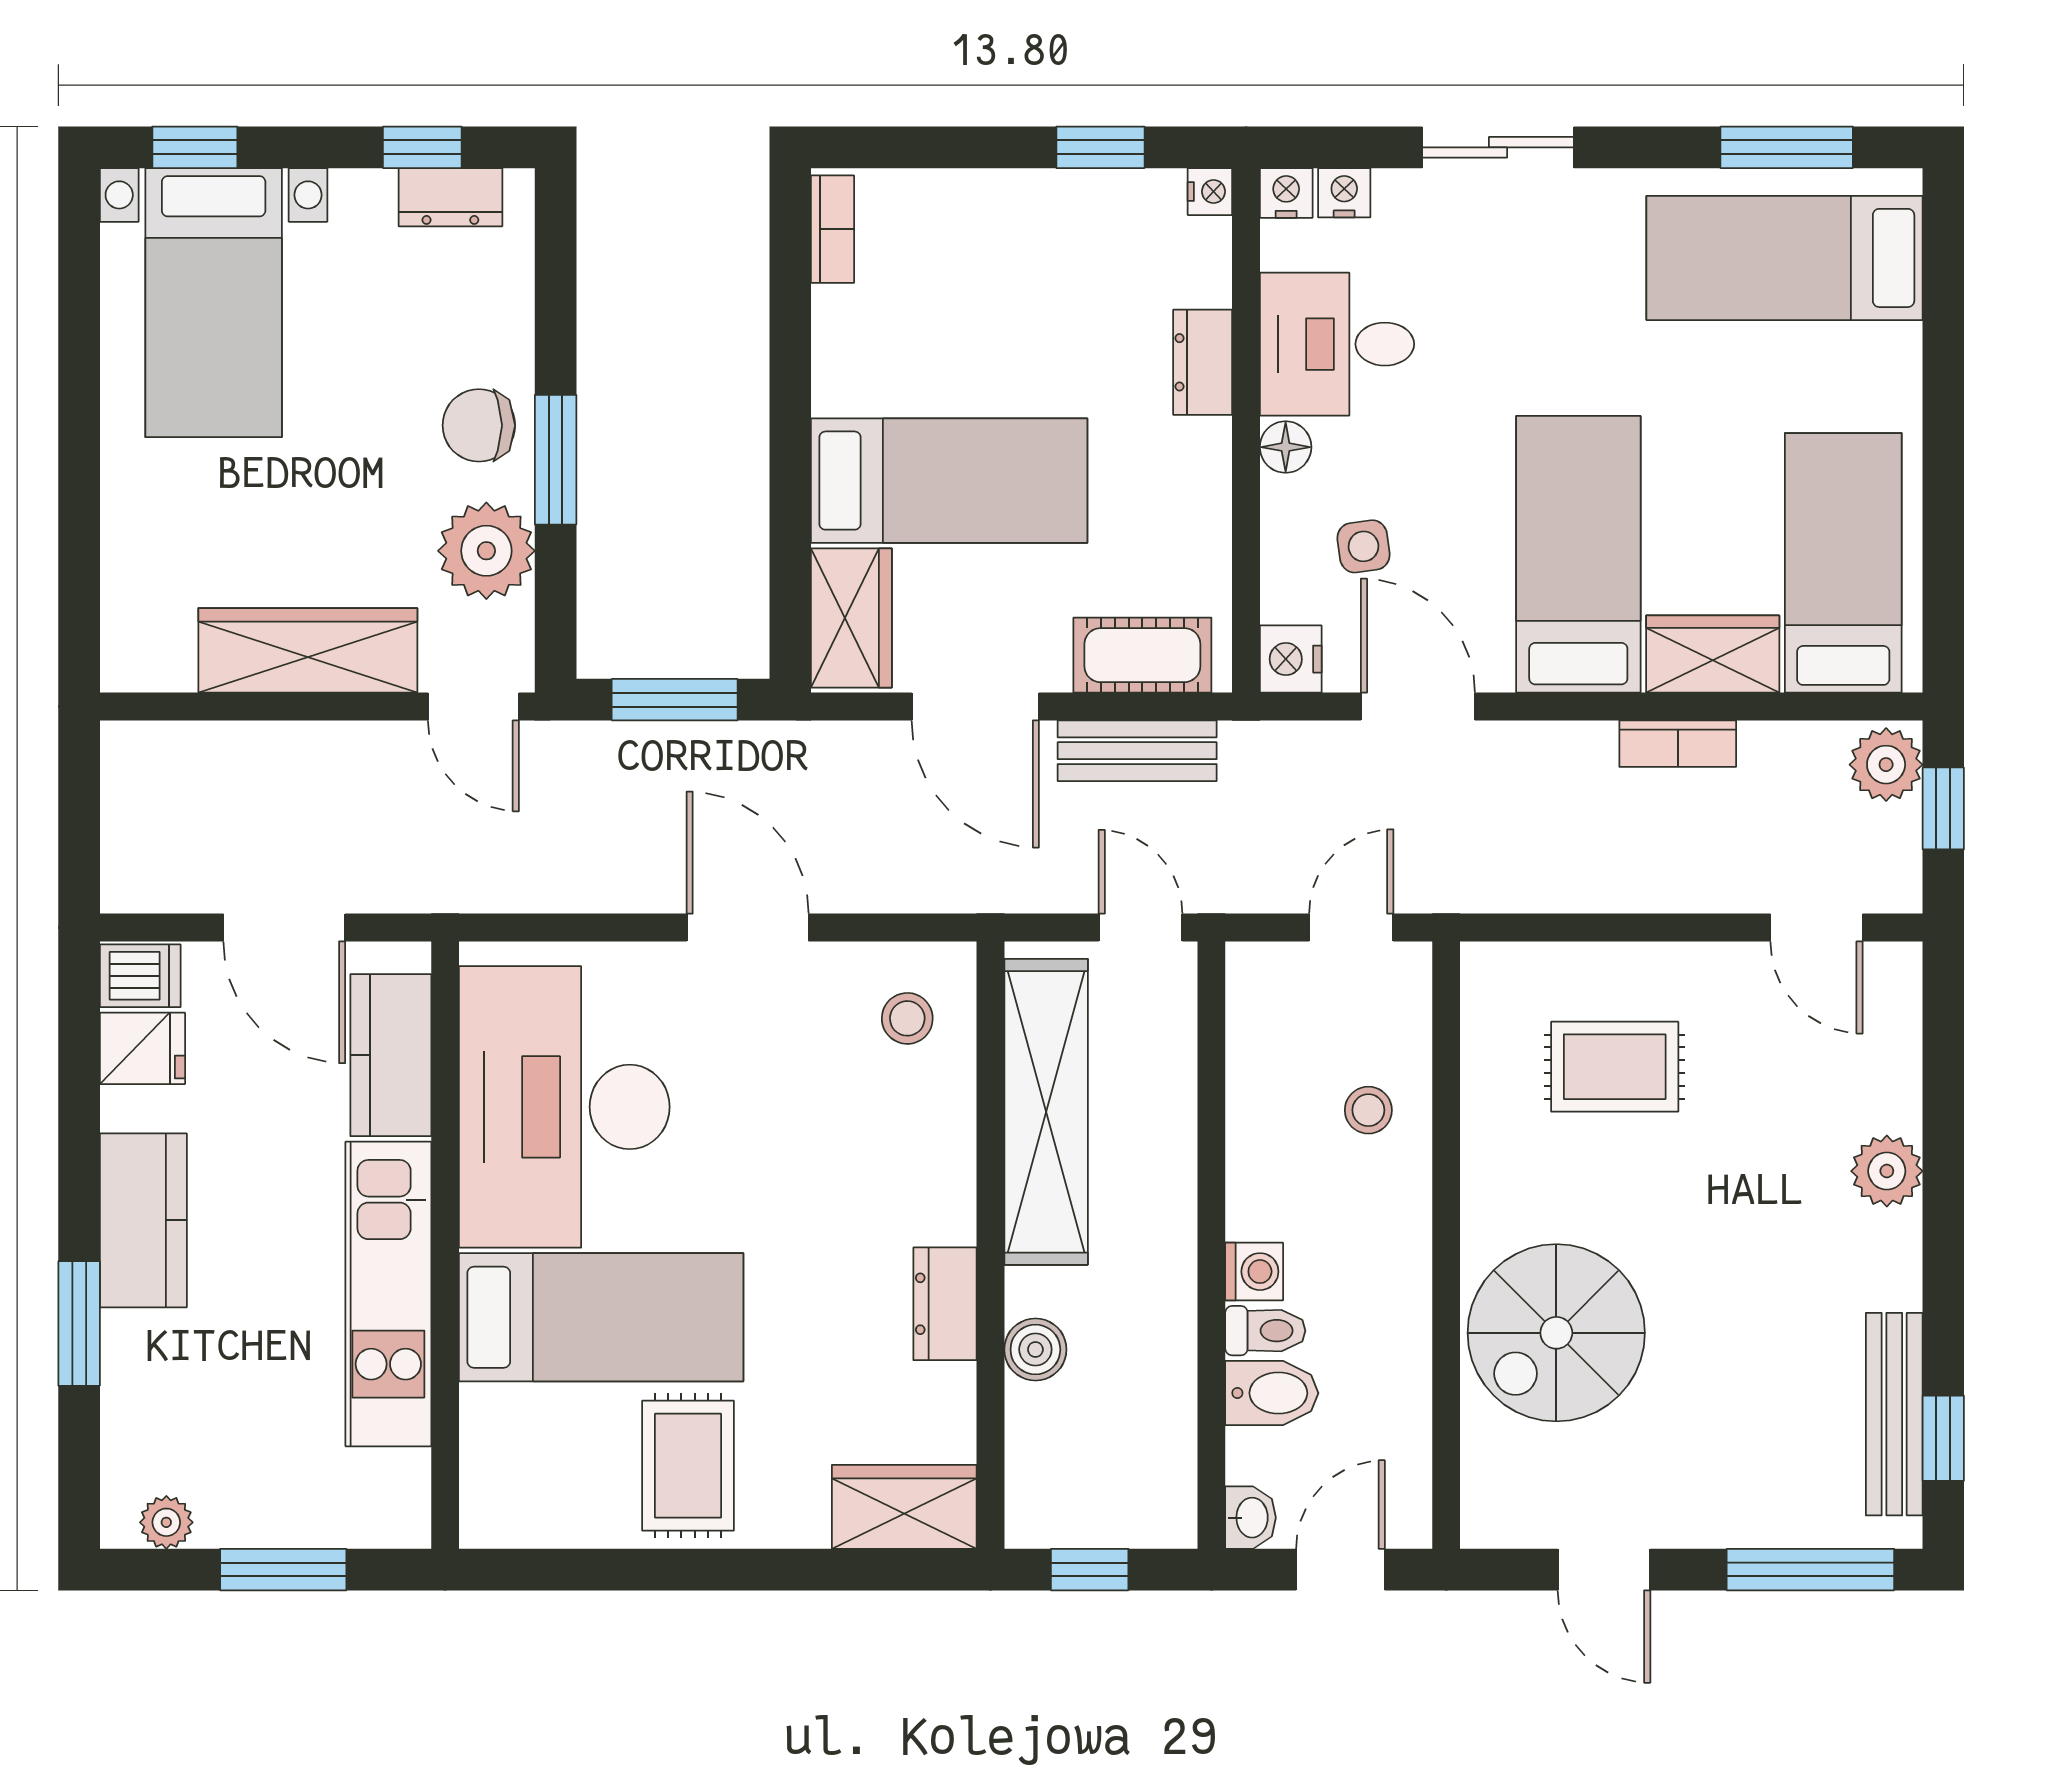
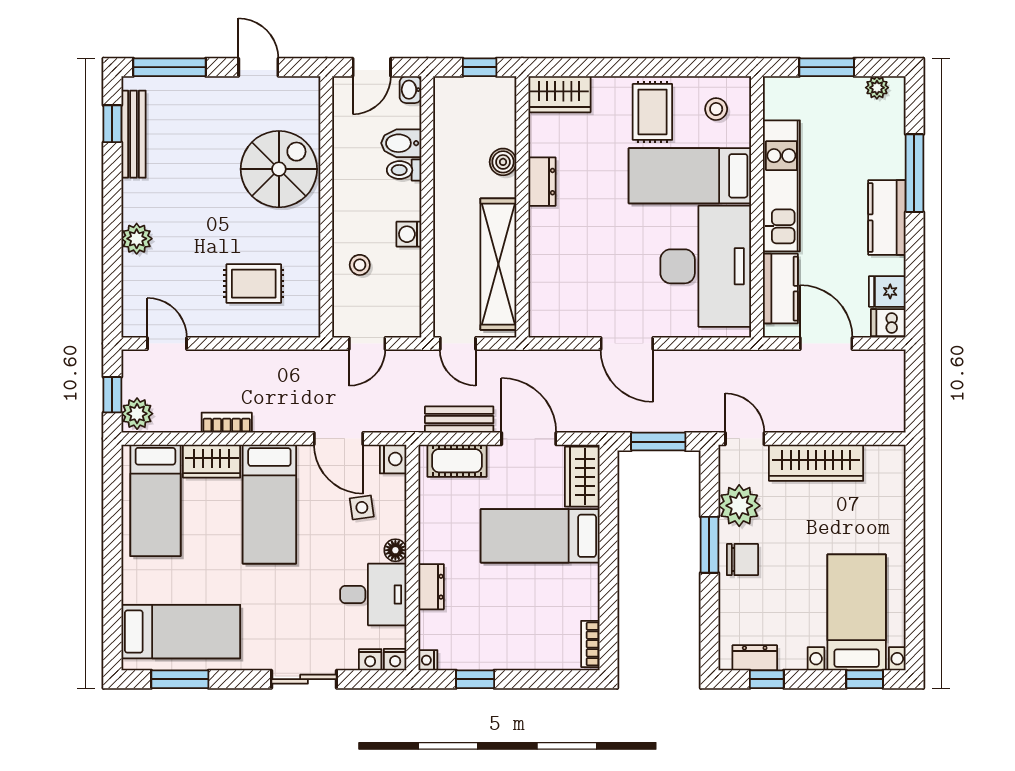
stool: (907, 1018) -> (716, 109), moved
washing machine: (1254, 1272) -> (409, 234), moved
window: (79, 1324) -> (914, 173), width x1.44

